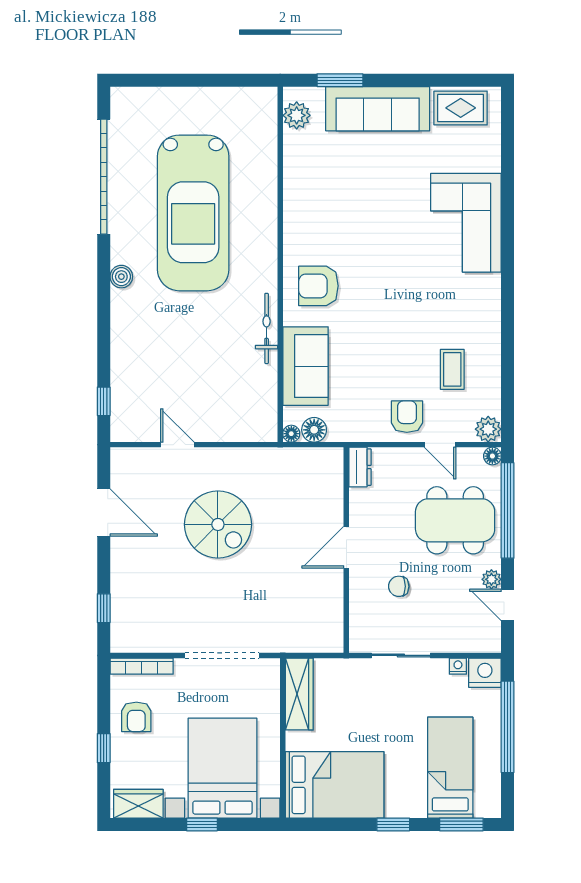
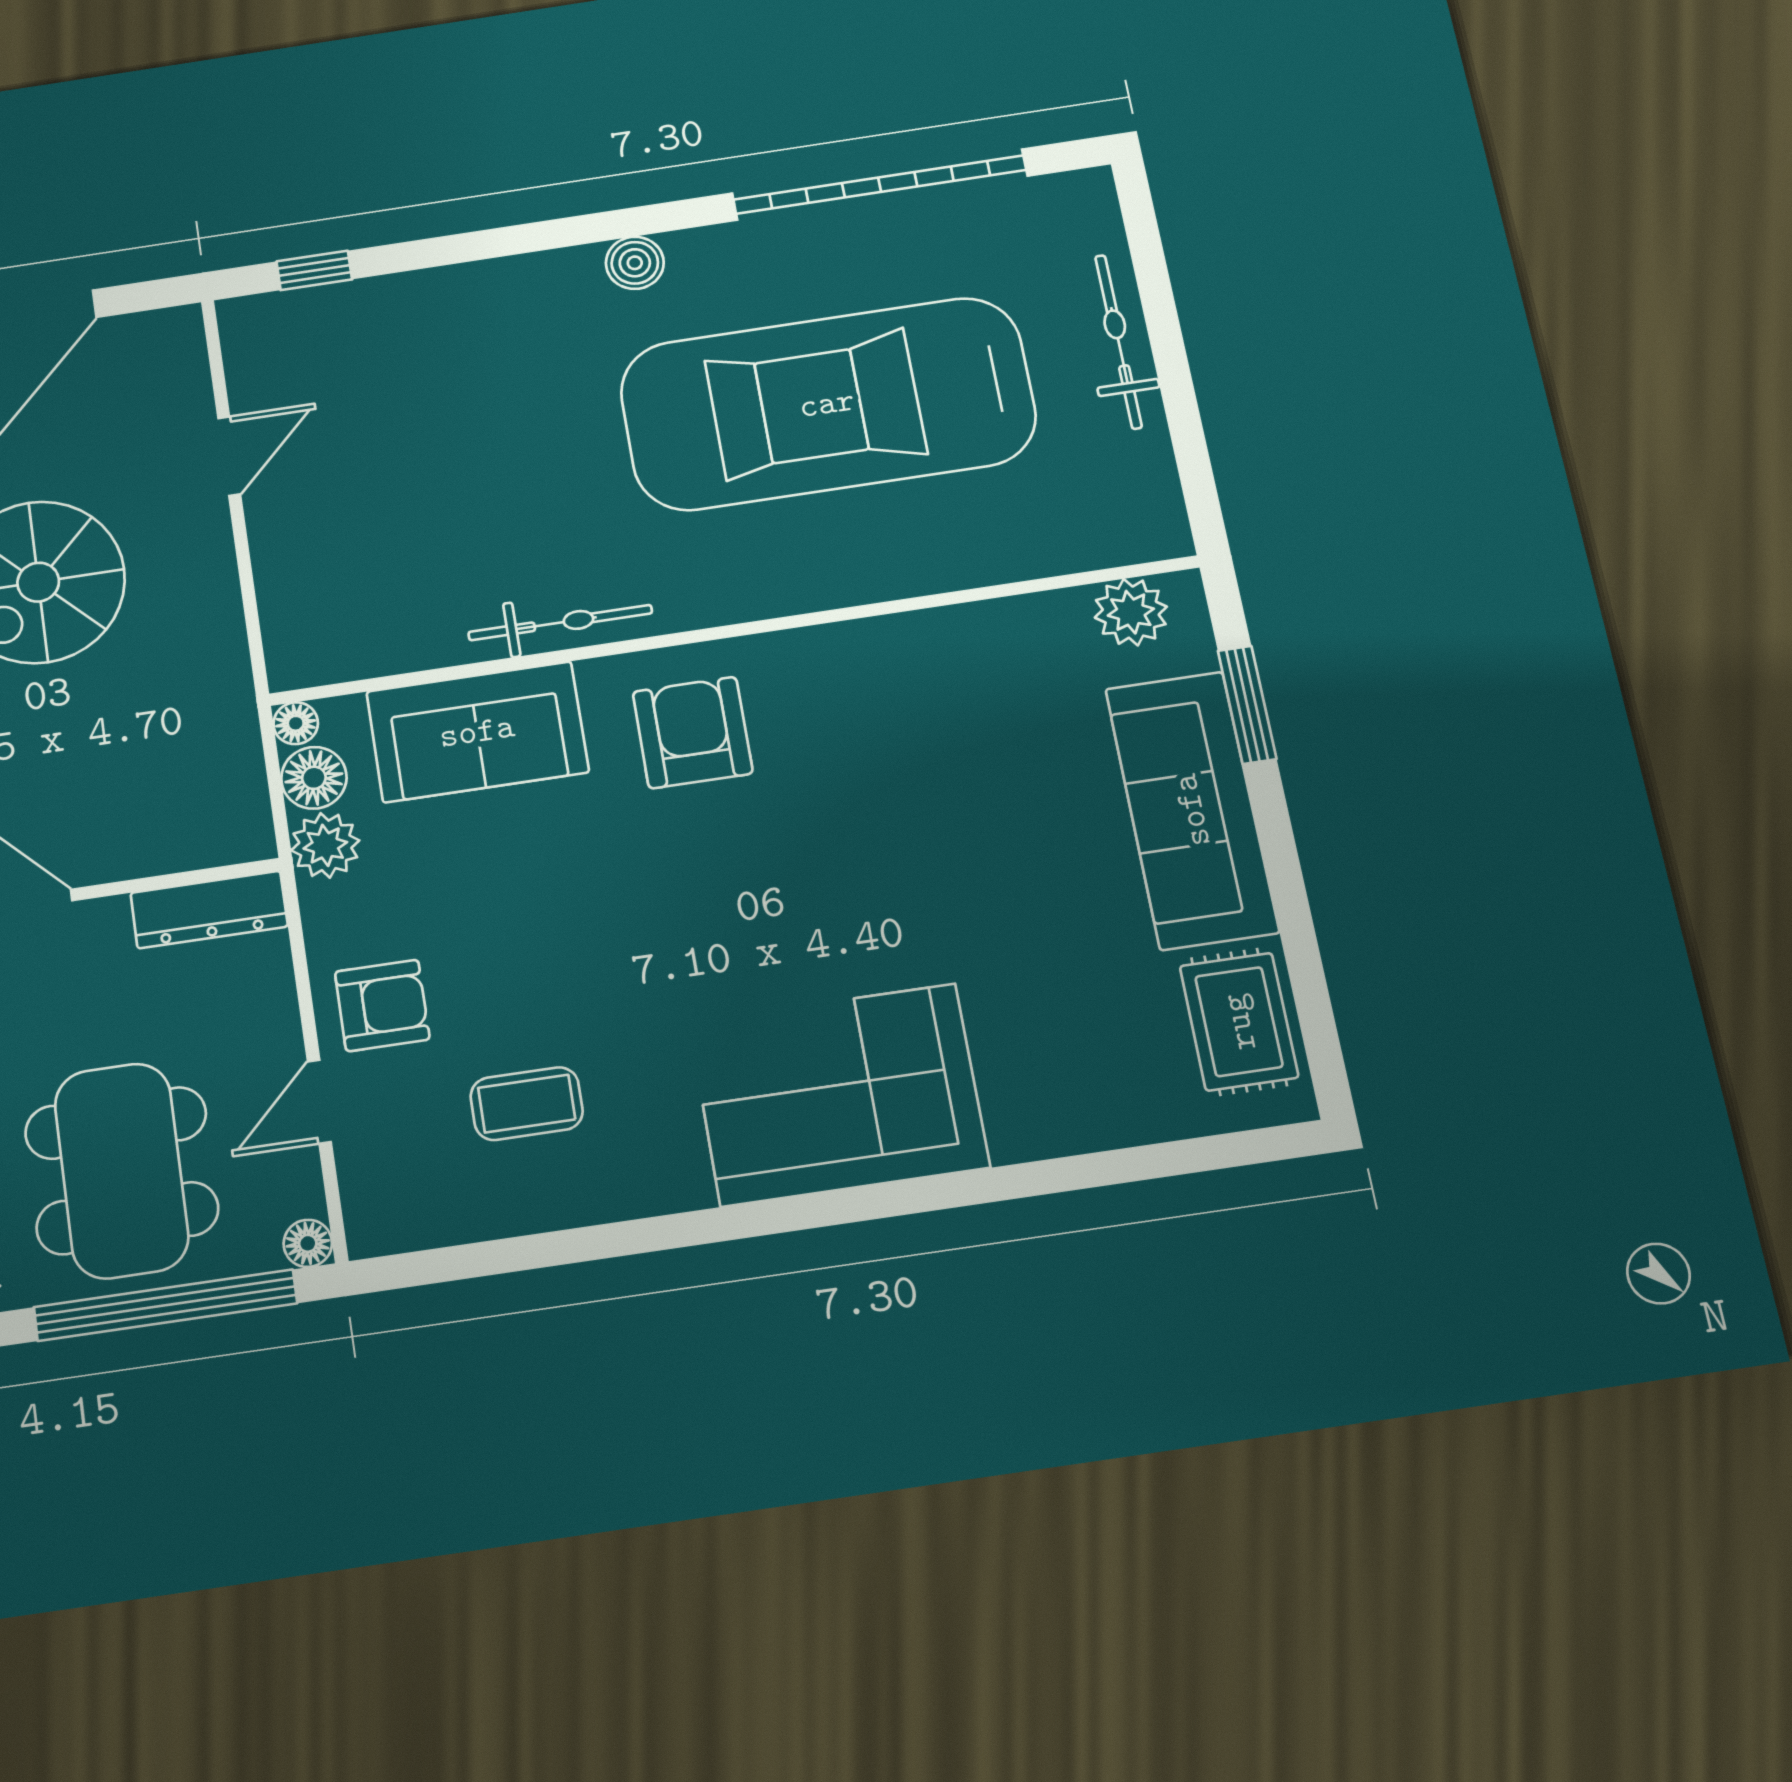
bicycle: (185, 98) -> (1118, 342), added
corner sofa: (466, 223) -> (839, 1095), moved
plant: (488, 429) -> (325, 845), moved
dresser: (360, 467) -> (209, 910), width x1.44

